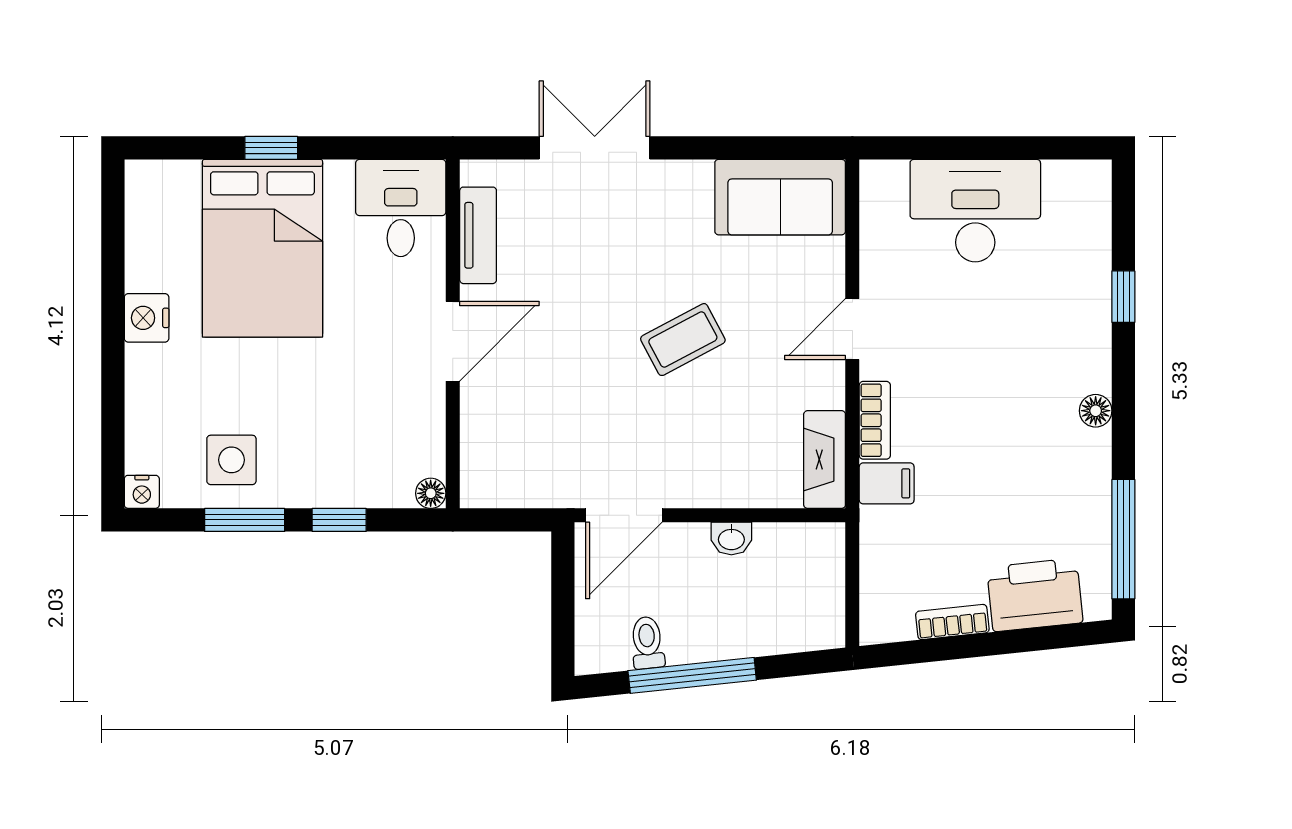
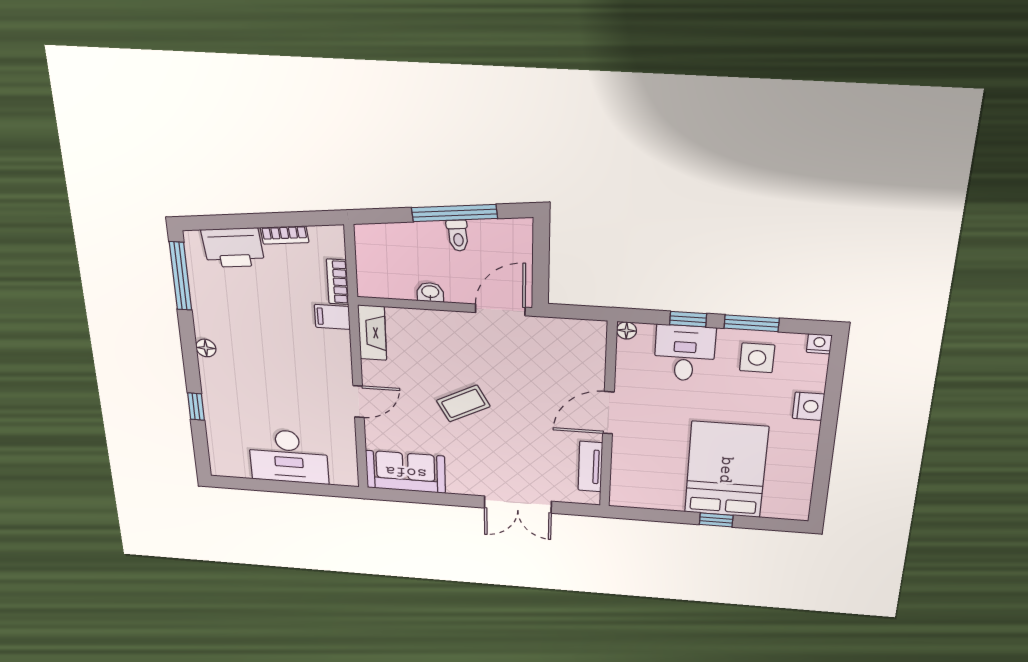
desk: (401, 208) -> (685, 353), moved, turned 180
nightstand: (147, 318) -> (808, 406), moved
bookcase: (875, 420) -> (338, 282), moved
toilet: (647, 643) -> (458, 236), moved

